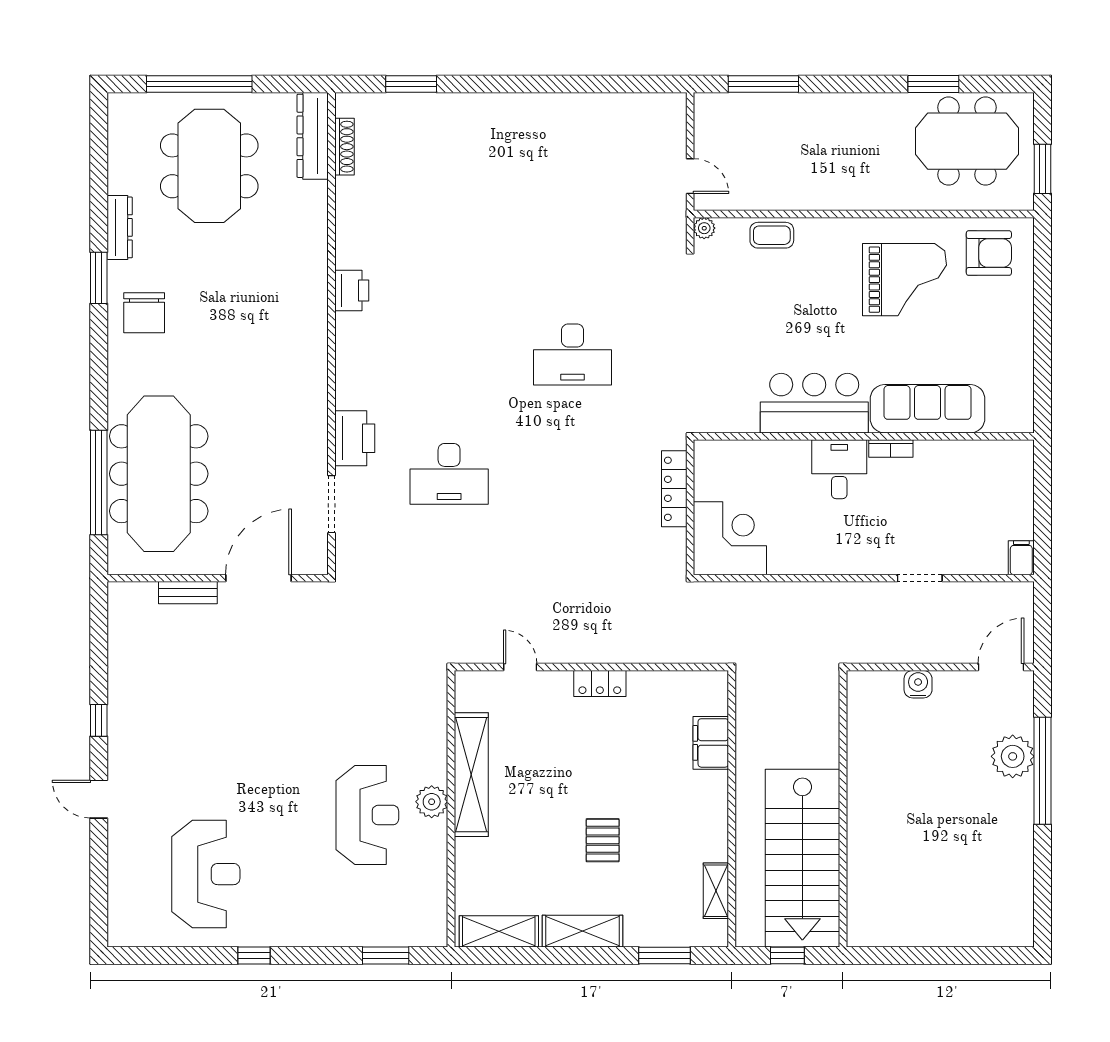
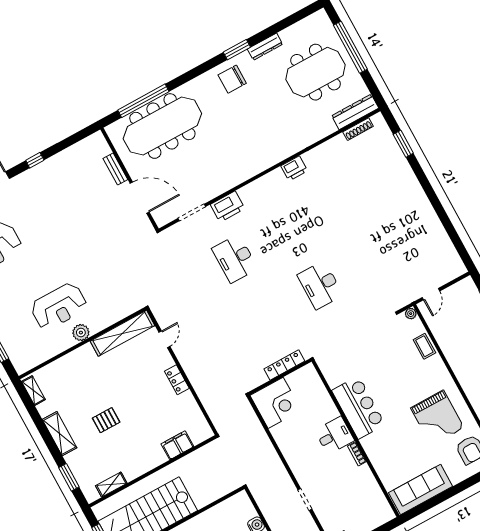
sofa: (928, 409) -> (421, 489), moved, turned -90
shelving: (471, 775) -> (122, 333), moved
shelving: (499, 931) -> (33, 391), width x0.67, depth x0.75

